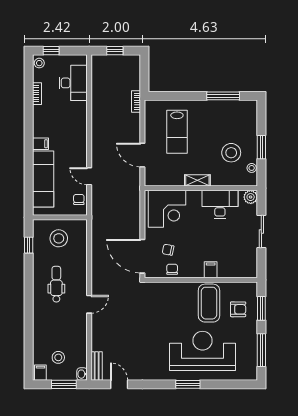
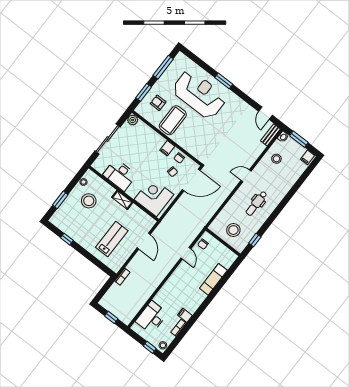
window: (223, 96) -> (67, 239), width x0.46
filing cabinet: (41, 144) -> (185, 315), moved
window: (261, 147) -> (60, 200), moved
exam couch: (43, 179) -> (213, 279), width x0.73, depth x0.69
plant: (251, 197) -> (133, 120), moved
sliding door: (261, 231) -> (107, 139), width x1.37
door: (142, 256) -> (191, 180), hinge flipped
filing cabinet: (211, 270) -> (167, 148), moved
reception desk: (202, 351) -> (199, 94), turned 180
stool: (58, 357) -> (276, 159), moved

